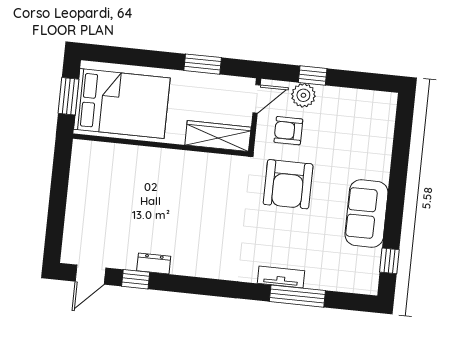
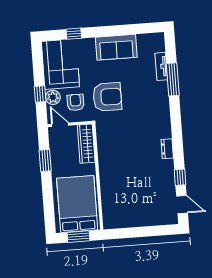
corner sofa: (355, 117) -> (60, 64), added
armchair: (288, 131) -> (75, 102), turned 180
window: (389, 261) -> (74, 34), moved
dresser: (154, 263) -> (167, 149), moved
tv unit: (281, 277) -> (161, 66), moved

